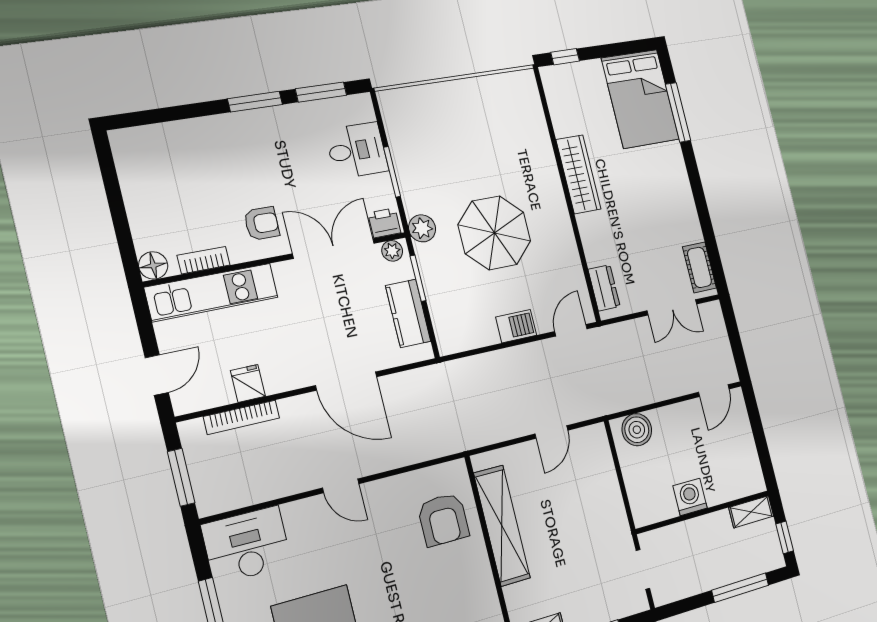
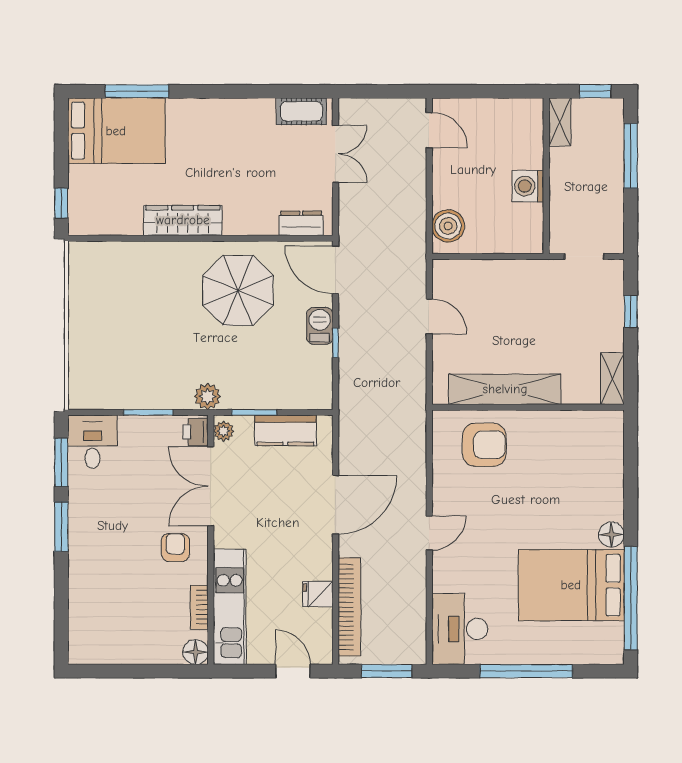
desk: (357, 150) -> (92, 442), moved
parasol: (494, 233) -> (238, 290), moved
door: (571, 330) -> (336, 270), width x1.38
window: (504, 345) -> (336, 343), added
bookcase: (242, 417) -> (349, 607), width x1.48, depth x1.31

